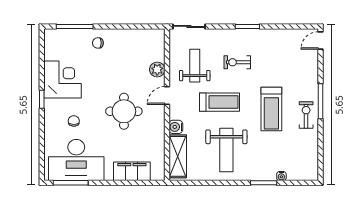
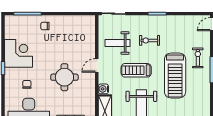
weight bench: (195, 66) -> (118, 43), turned -90
plant: (157, 70) -> (89, 46), removed
treadmill: (219, 102) -> (136, 70), turned 180
treadmill: (271, 109) -> (175, 75), width x1.37, depth x1.38
exercise bike: (306, 115) -> (198, 58), moved

